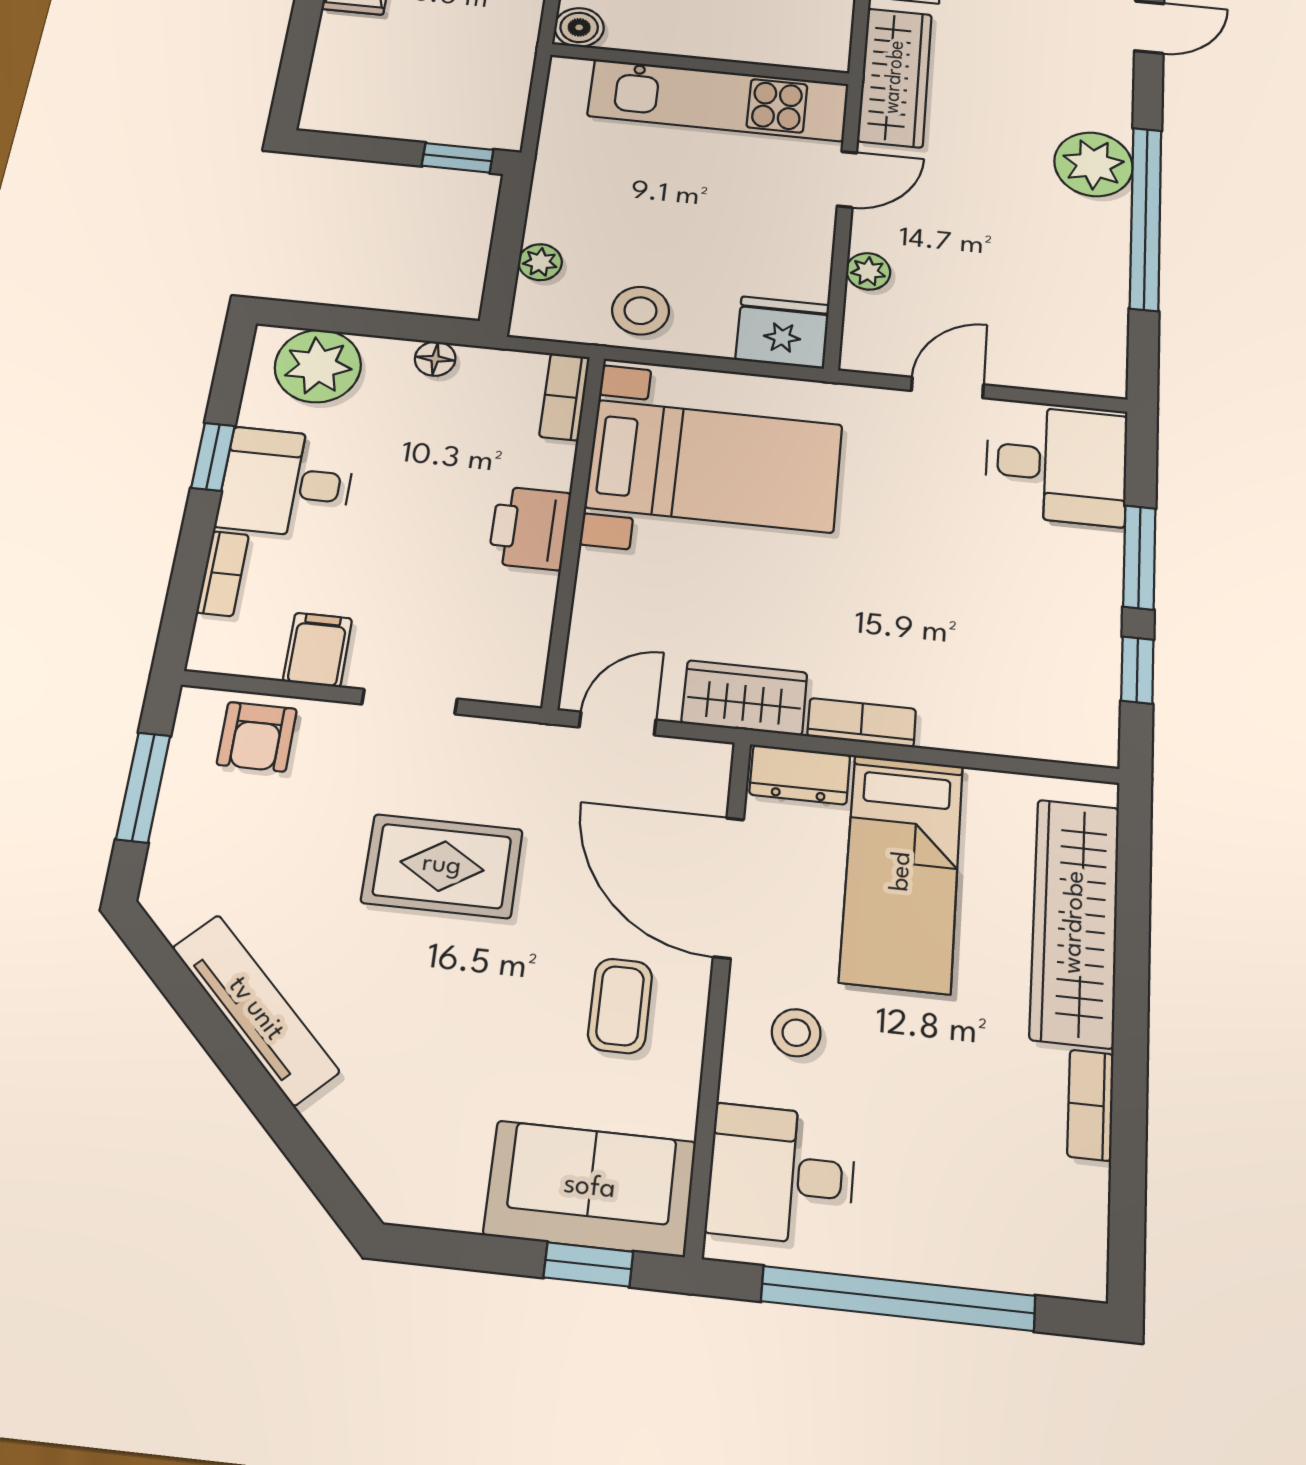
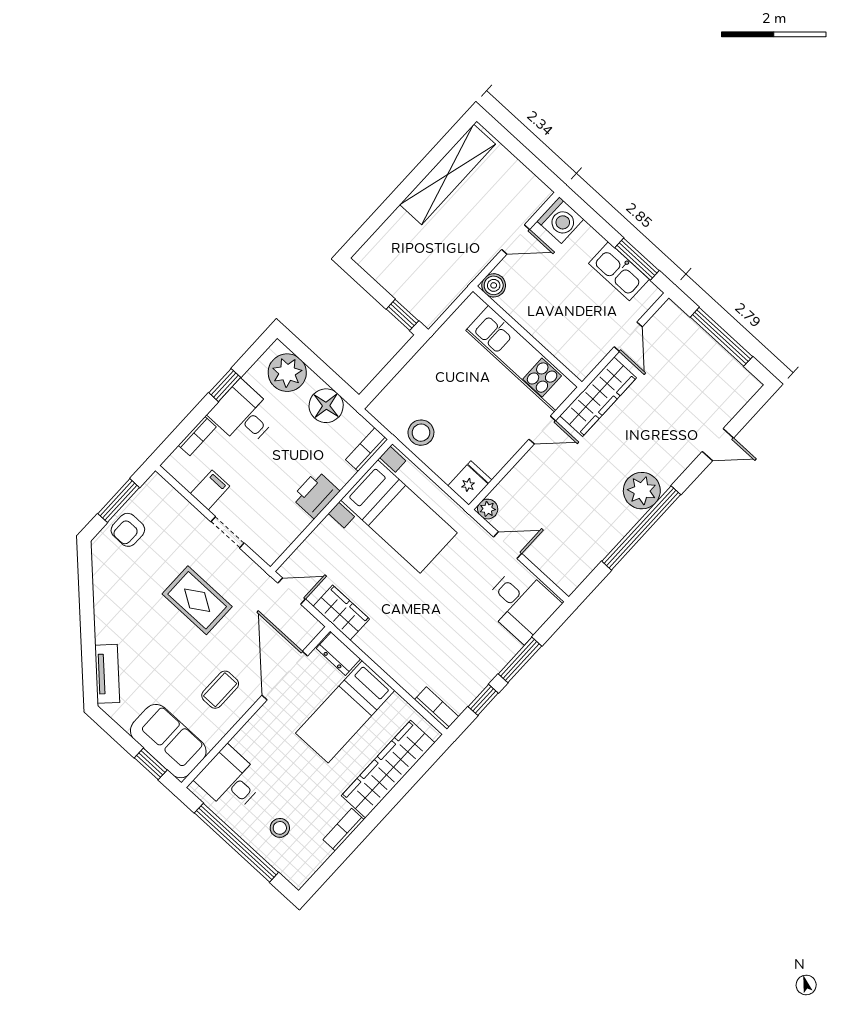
plant: (540, 262) -> (400, 385), removed
plant: (868, 271) -> (488, 509), moved
fridge: (782, 332) -> (470, 483), width x0.72
floor lamp: (435, 359) -> (326, 406), width x1.89, depth x1.89
bookcase: (862, 723) -> (437, 708), moved
armchair: (257, 737) -> (128, 530), moved
tv unit: (255, 1009) -> (107, 674), moved, width x0.71
stool: (796, 1033) -> (280, 828), moved

